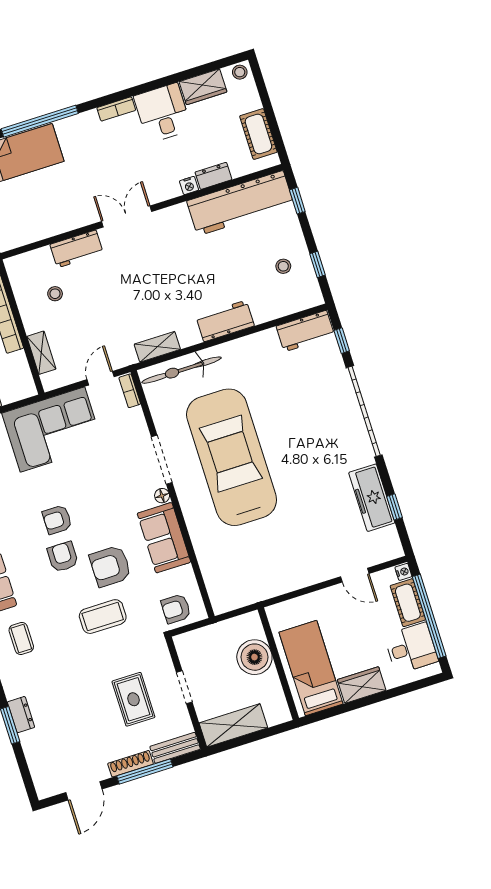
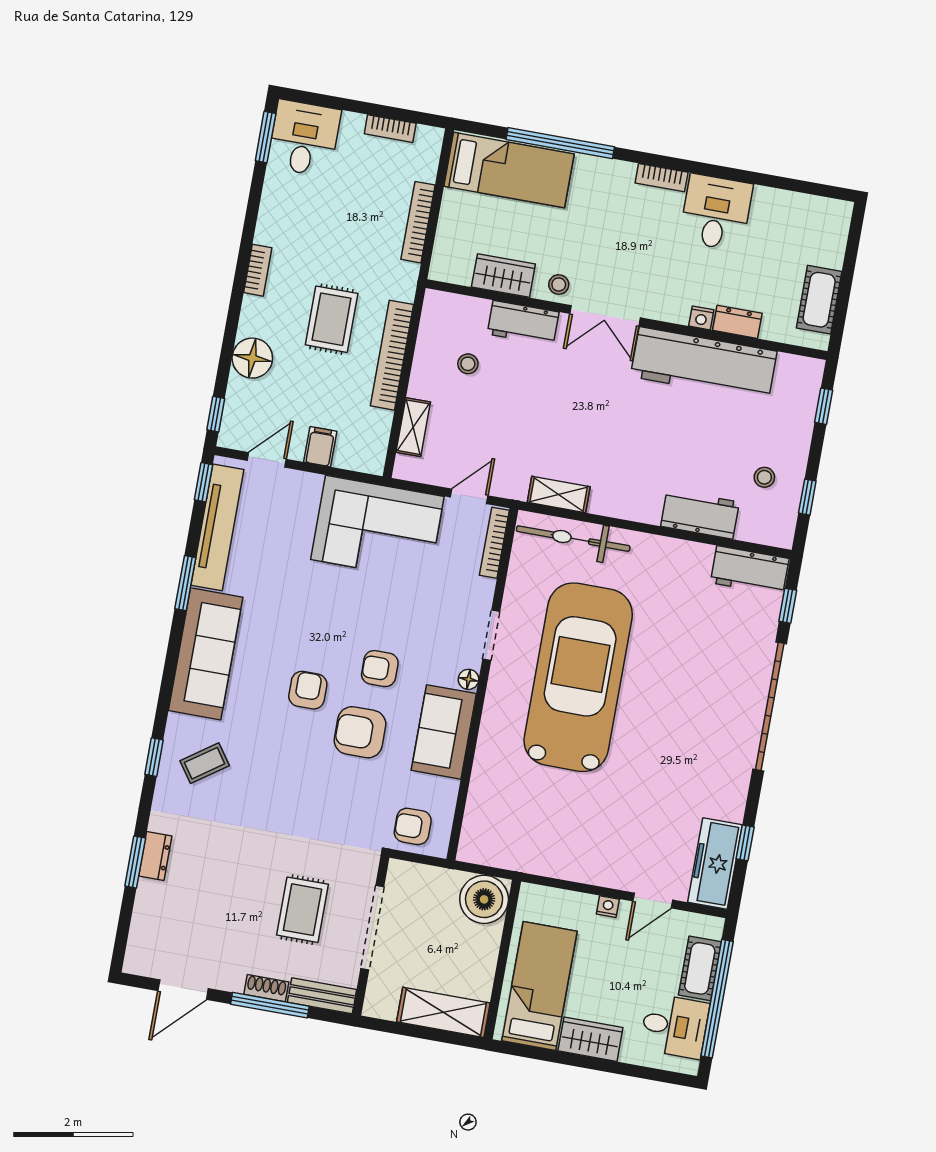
stool: (240, 72) -> (559, 284), moved
wardrobe: (203, 87) -> (503, 276), moved, turned 180
workbench: (240, 203) -> (704, 364), moved
double door: (127, 217) -> (605, 316), swing flipped
workbench: (225, 321) -> (700, 514), moved
bookcase: (130, 391) -> (494, 543), width x1.56
doorway: (162, 460) -> (491, 635), width x0.73
freezer: (372, 498) -> (715, 863), moved
armchair: (57, 520) -> (380, 669), moved
nightstand: (403, 572) -> (608, 907), moved, turned -90
door: (355, 575) -> (653, 901), hinge flipped
coffee table: (103, 617) -> (318, 789), removed
coffee table: (21, 638) -> (205, 763), turned 55
boiler: (254, 657) -> (484, 899), moved
doorway: (184, 687) -> (372, 928), width x1.88
shelving: (233, 725) -> (443, 1012), moved
shoe rack: (131, 764) -> (266, 988), width x0.70

